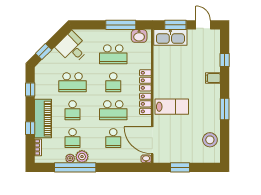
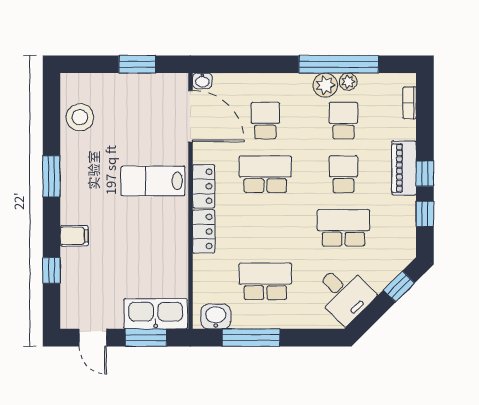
school desk: (113, 82) -> (265, 228), removed
piano: (43, 119) -> (404, 168), width x0.73, depth x0.75
window: (30, 128) -> (425, 174), moved

